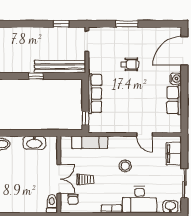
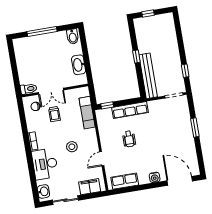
wheelchair: (130, 64) -> (129, 139), moved
row of seats: (174, 100) -> (125, 181), moved

